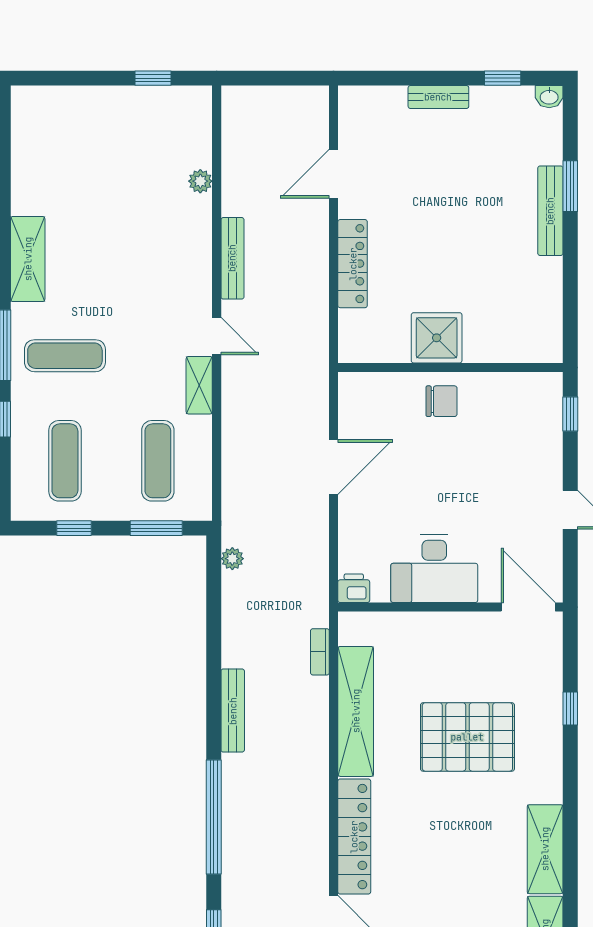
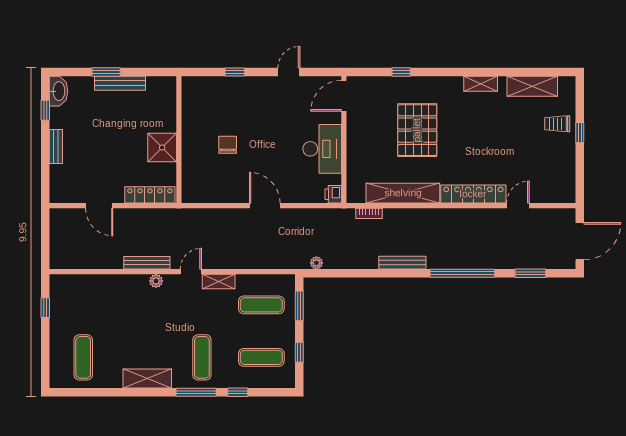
washbasin: (549, 97) -> (58, 91), width x1.91, depth x1.45
exercise mat: (65, 145) -> (83, 357), added
plant: (200, 181) -> (156, 281), moved
shower: (437, 338) -> (162, 148), moved
wall: (450, 367) -> (179, 140), moved
shelving: (545, 849) -> (481, 84), width x0.67, depth x0.75

